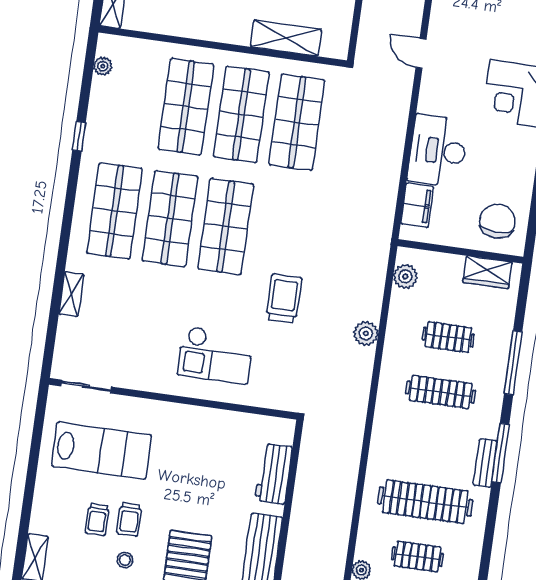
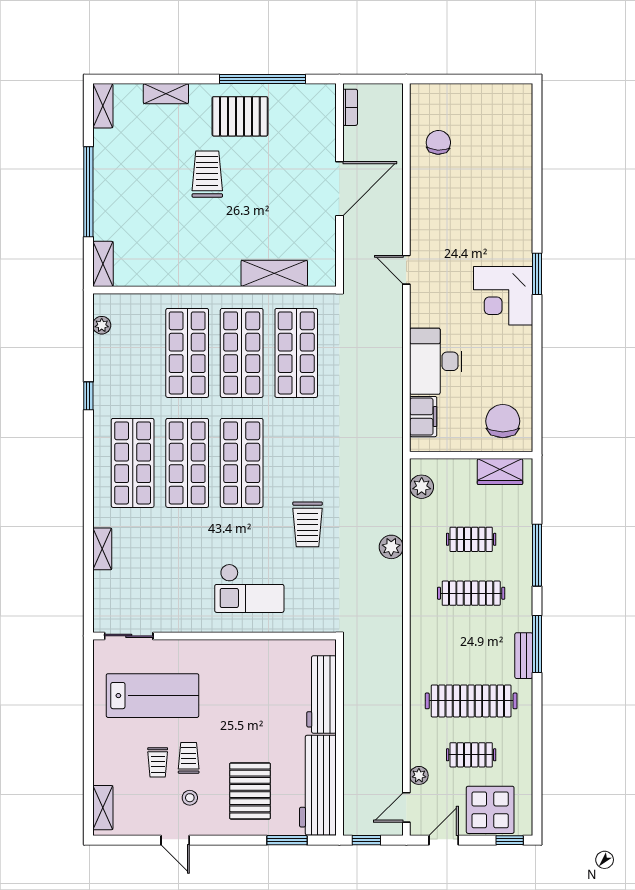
trolley: (284, 298) -> (308, 524), turned 180
workbench: (274, 474) -> (322, 694), width x1.38
trolley: (129, 519) -> (189, 758), turned 180

